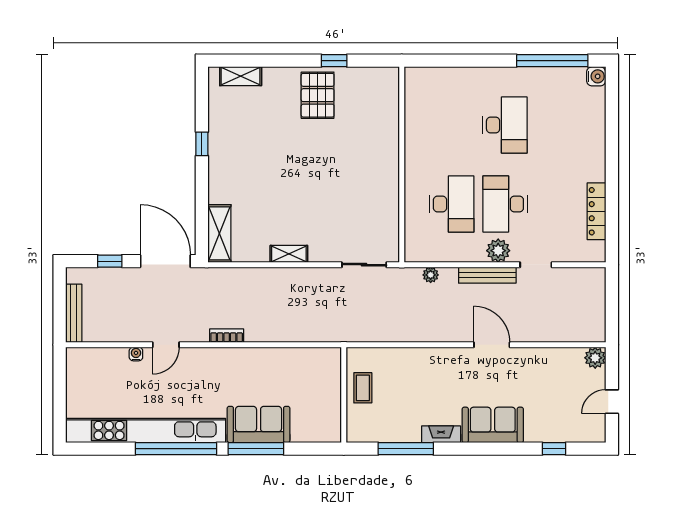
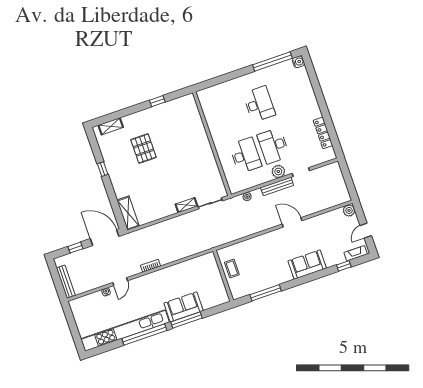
pallet: (318, 95) -> (143, 148), moved
shelving: (289, 254) -> (186, 205), moved
fireplace: (441, 434) -> (356, 253), moved

